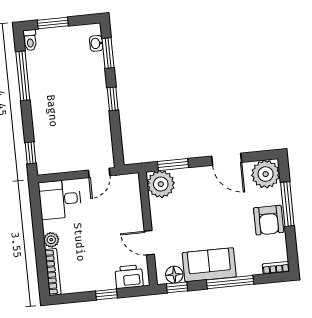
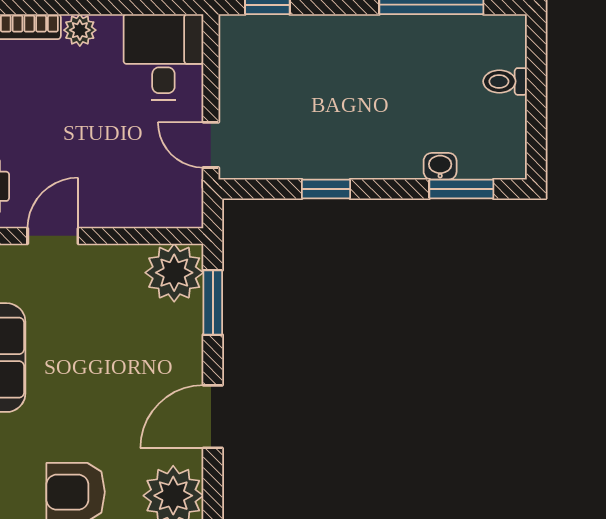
window: (53, 23) -> (536, 79), removed
toilet: (30, 40) -> (505, 81), moved
washbasin: (96, 43) -> (440, 166), moved
window: (113, 99) -> (326, 189), moved

